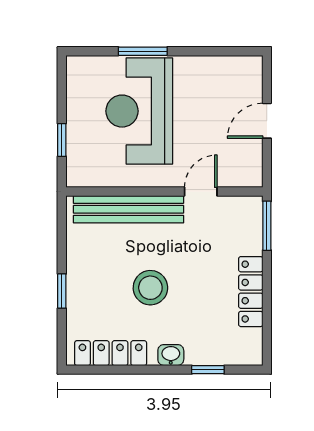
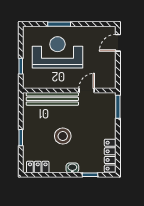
reception desk: (139, 111) -> (57, 52), turned 90
door: (267, 121) -> (118, 43), moved
locker: (251, 292) -> (110, 156), moved
locker: (111, 353) -> (38, 167), width x0.66

